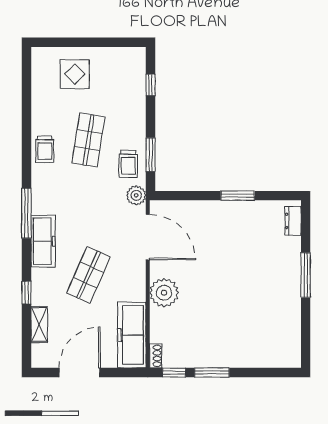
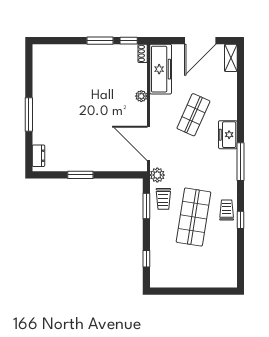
display table: (75, 74) -> (204, 267), removed
shop shelf: (88, 140) -> (193, 217), width x1.43, depth x1.36
trolley: (128, 164) -> (163, 199), turned 180
freezer: (43, 241) -> (228, 135), width x0.71
window: (26, 293) -> (240, 220), moved
plant: (164, 293) -> (141, 96), width x0.53, depth x0.53
shelving: (39, 325) -> (231, 58), moved

